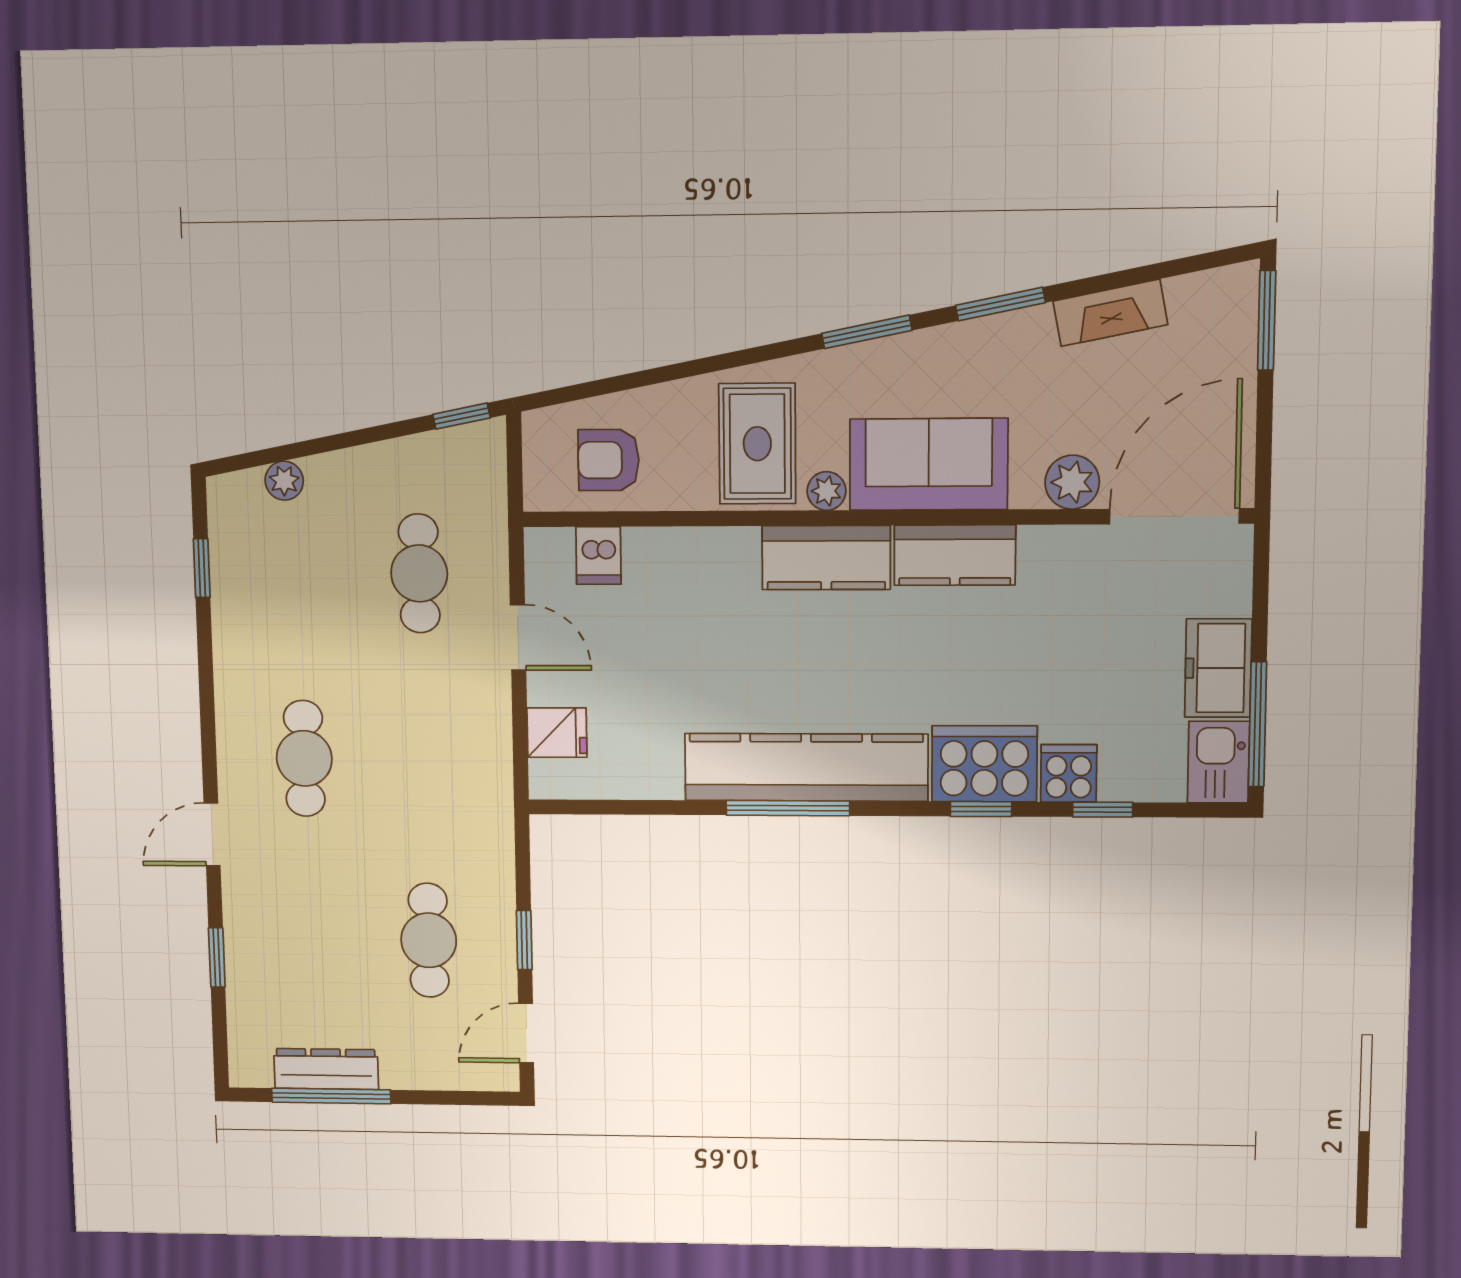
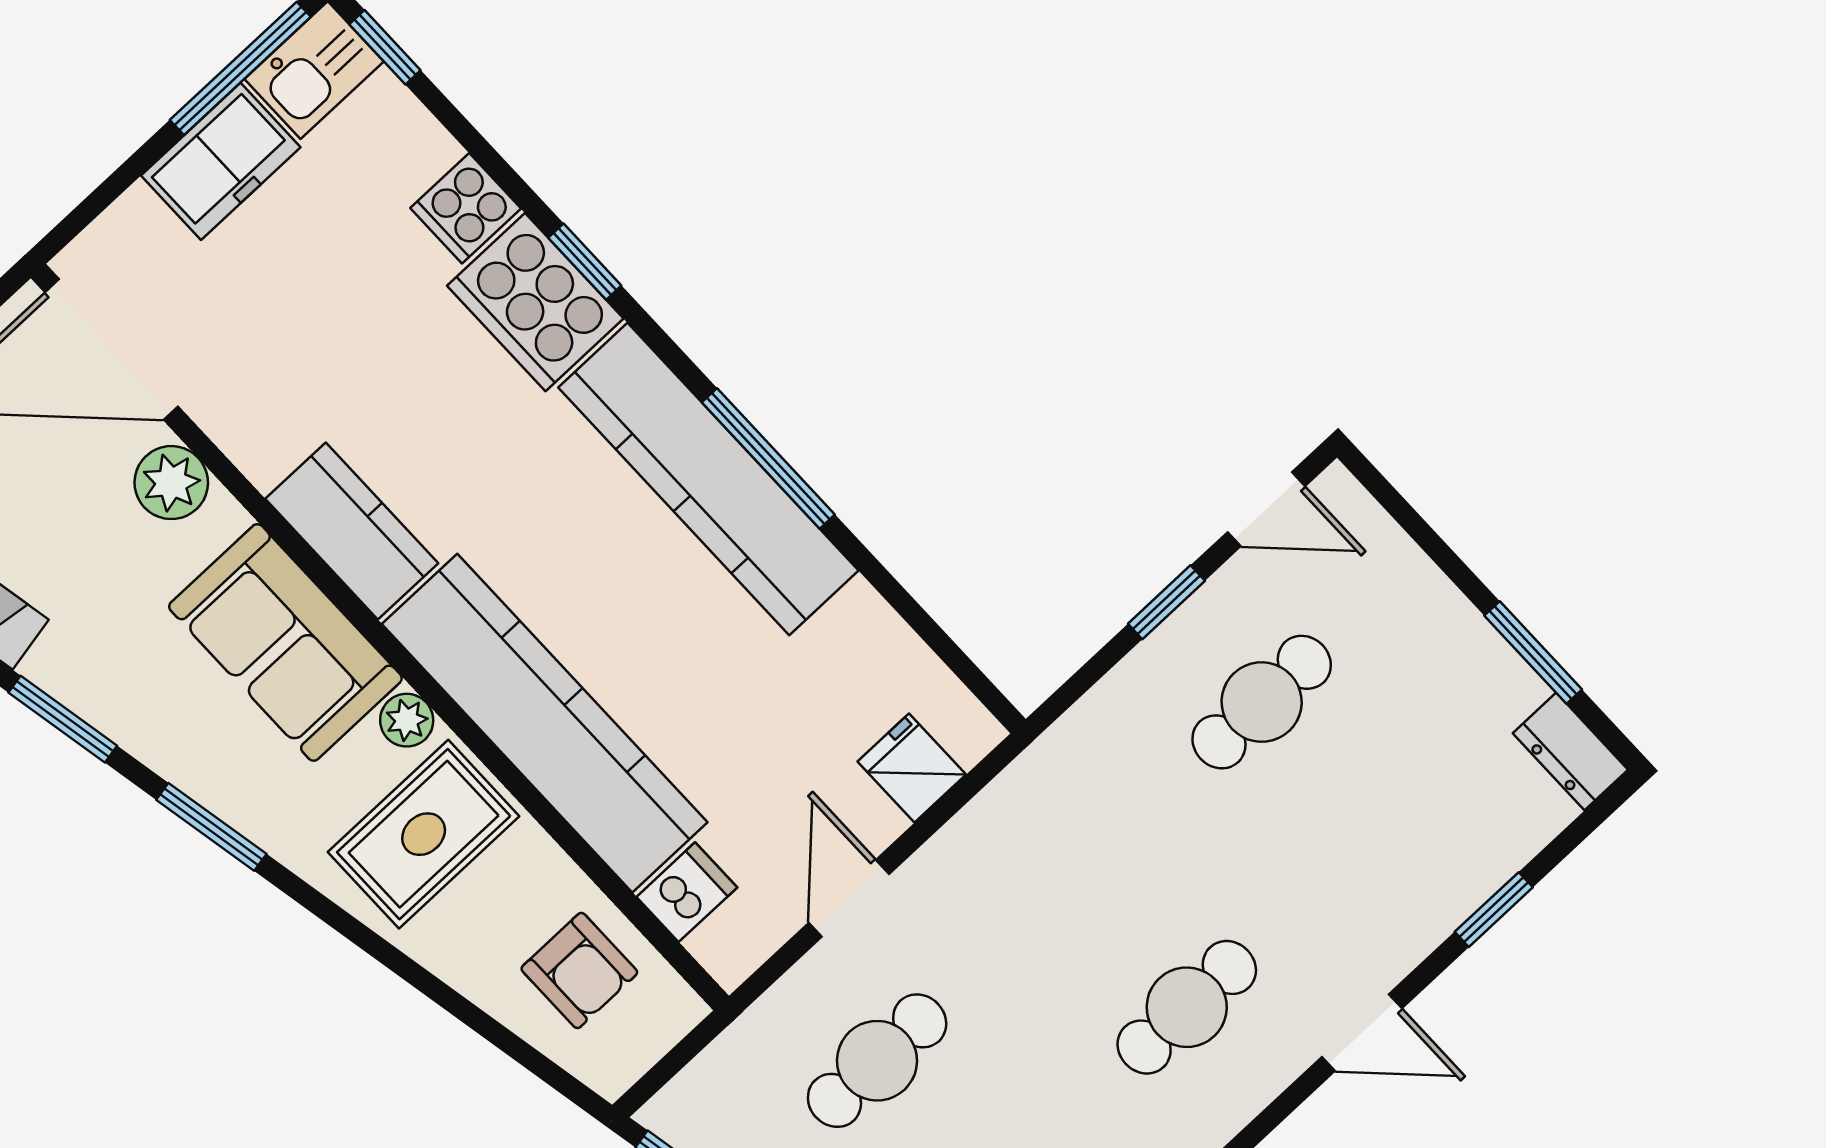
kitchen counter: (826, 558) -> (545, 723), width x2.08, depth x1.17
window: (1103, 810) -> (385, 47), moved
dresser: (326, 1069) -> (1570, 751), moved, width x0.70
window: (331, 1096) -> (1533, 652), width x0.69

